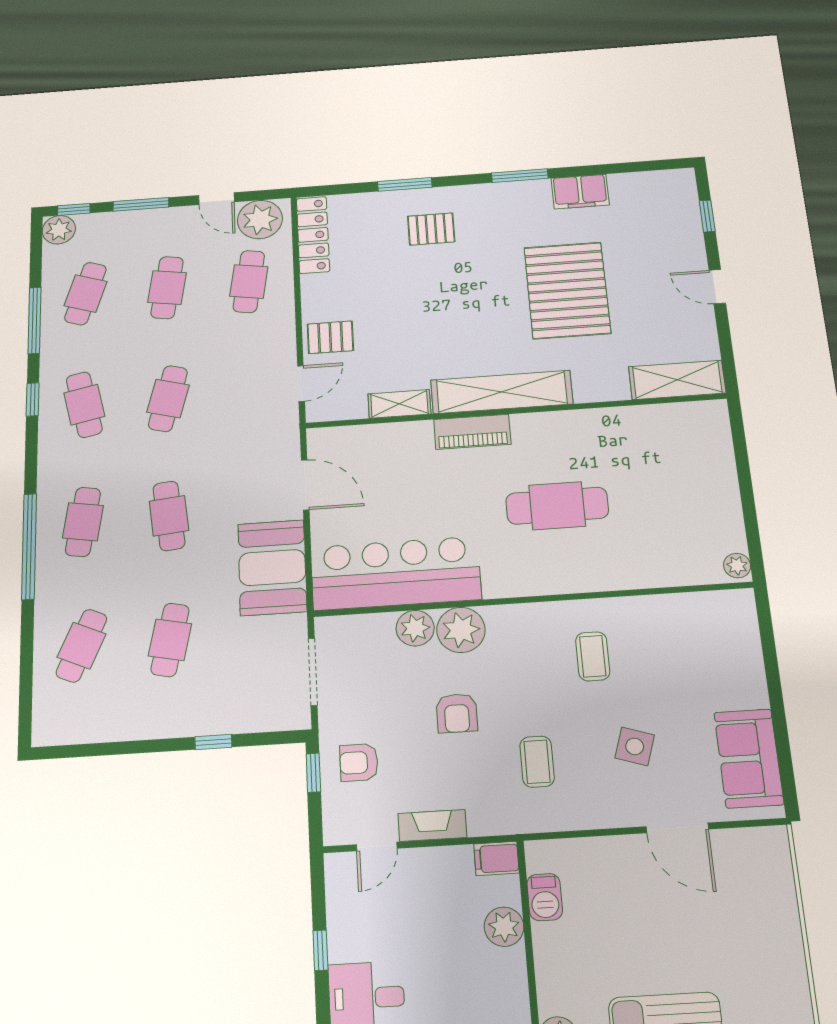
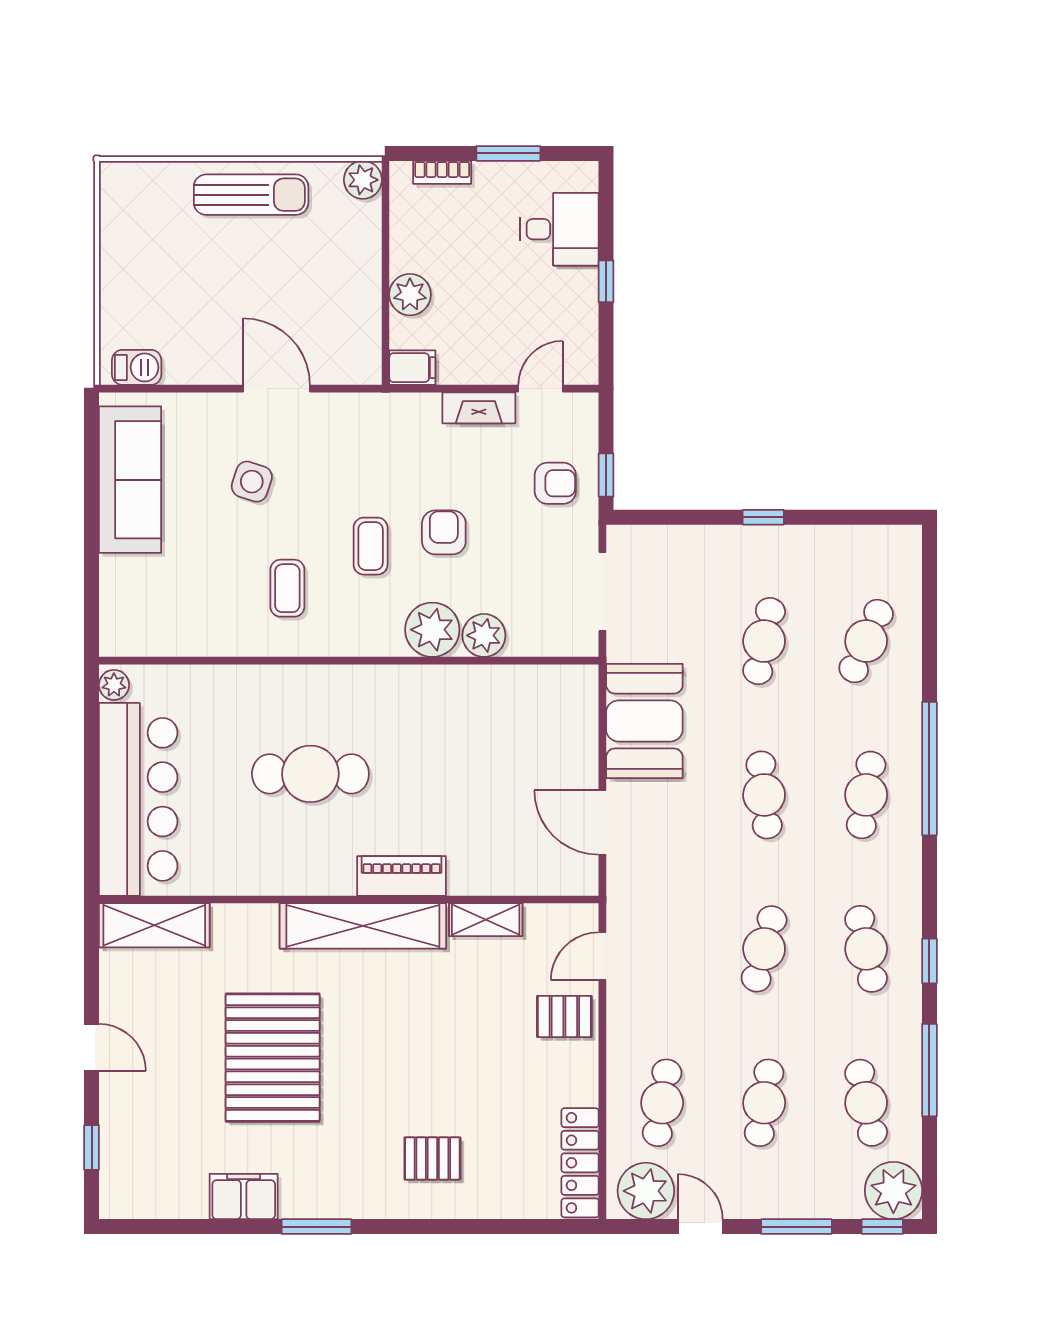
window: (405, 184) -> (461, 1227), removed
plant: (59, 230) -> (893, 1191), width x1.36, depth x1.36
cafe table: (86, 294) -> (866, 1103), turned -30
bar counter: (396, 573) -> (138, 799), moved, turned -90
window: (213, 742) -> (763, 517), moved
sofa: (749, 758) -> (130, 480), width x1.36
coffee table: (537, 762) -> (371, 546), moved
door: (677, 828) -> (277, 389), moved
barbecue: (545, 897) -> (137, 367), moved, turned 90

